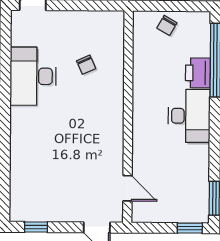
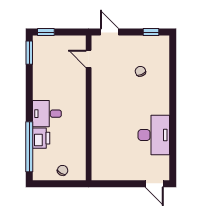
chair: (86, 65) -> (140, 71), moved
desk: (189, 116) -> (47, 114), width x0.73

